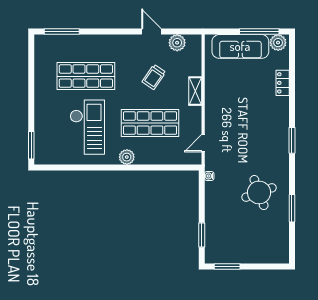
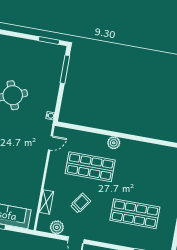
shelving: (195, 91) -> (46, 202), moved
checkout: (87, 127) -> (141, 173), removed
window: (202, 235) -> (65, 69), width x1.44

